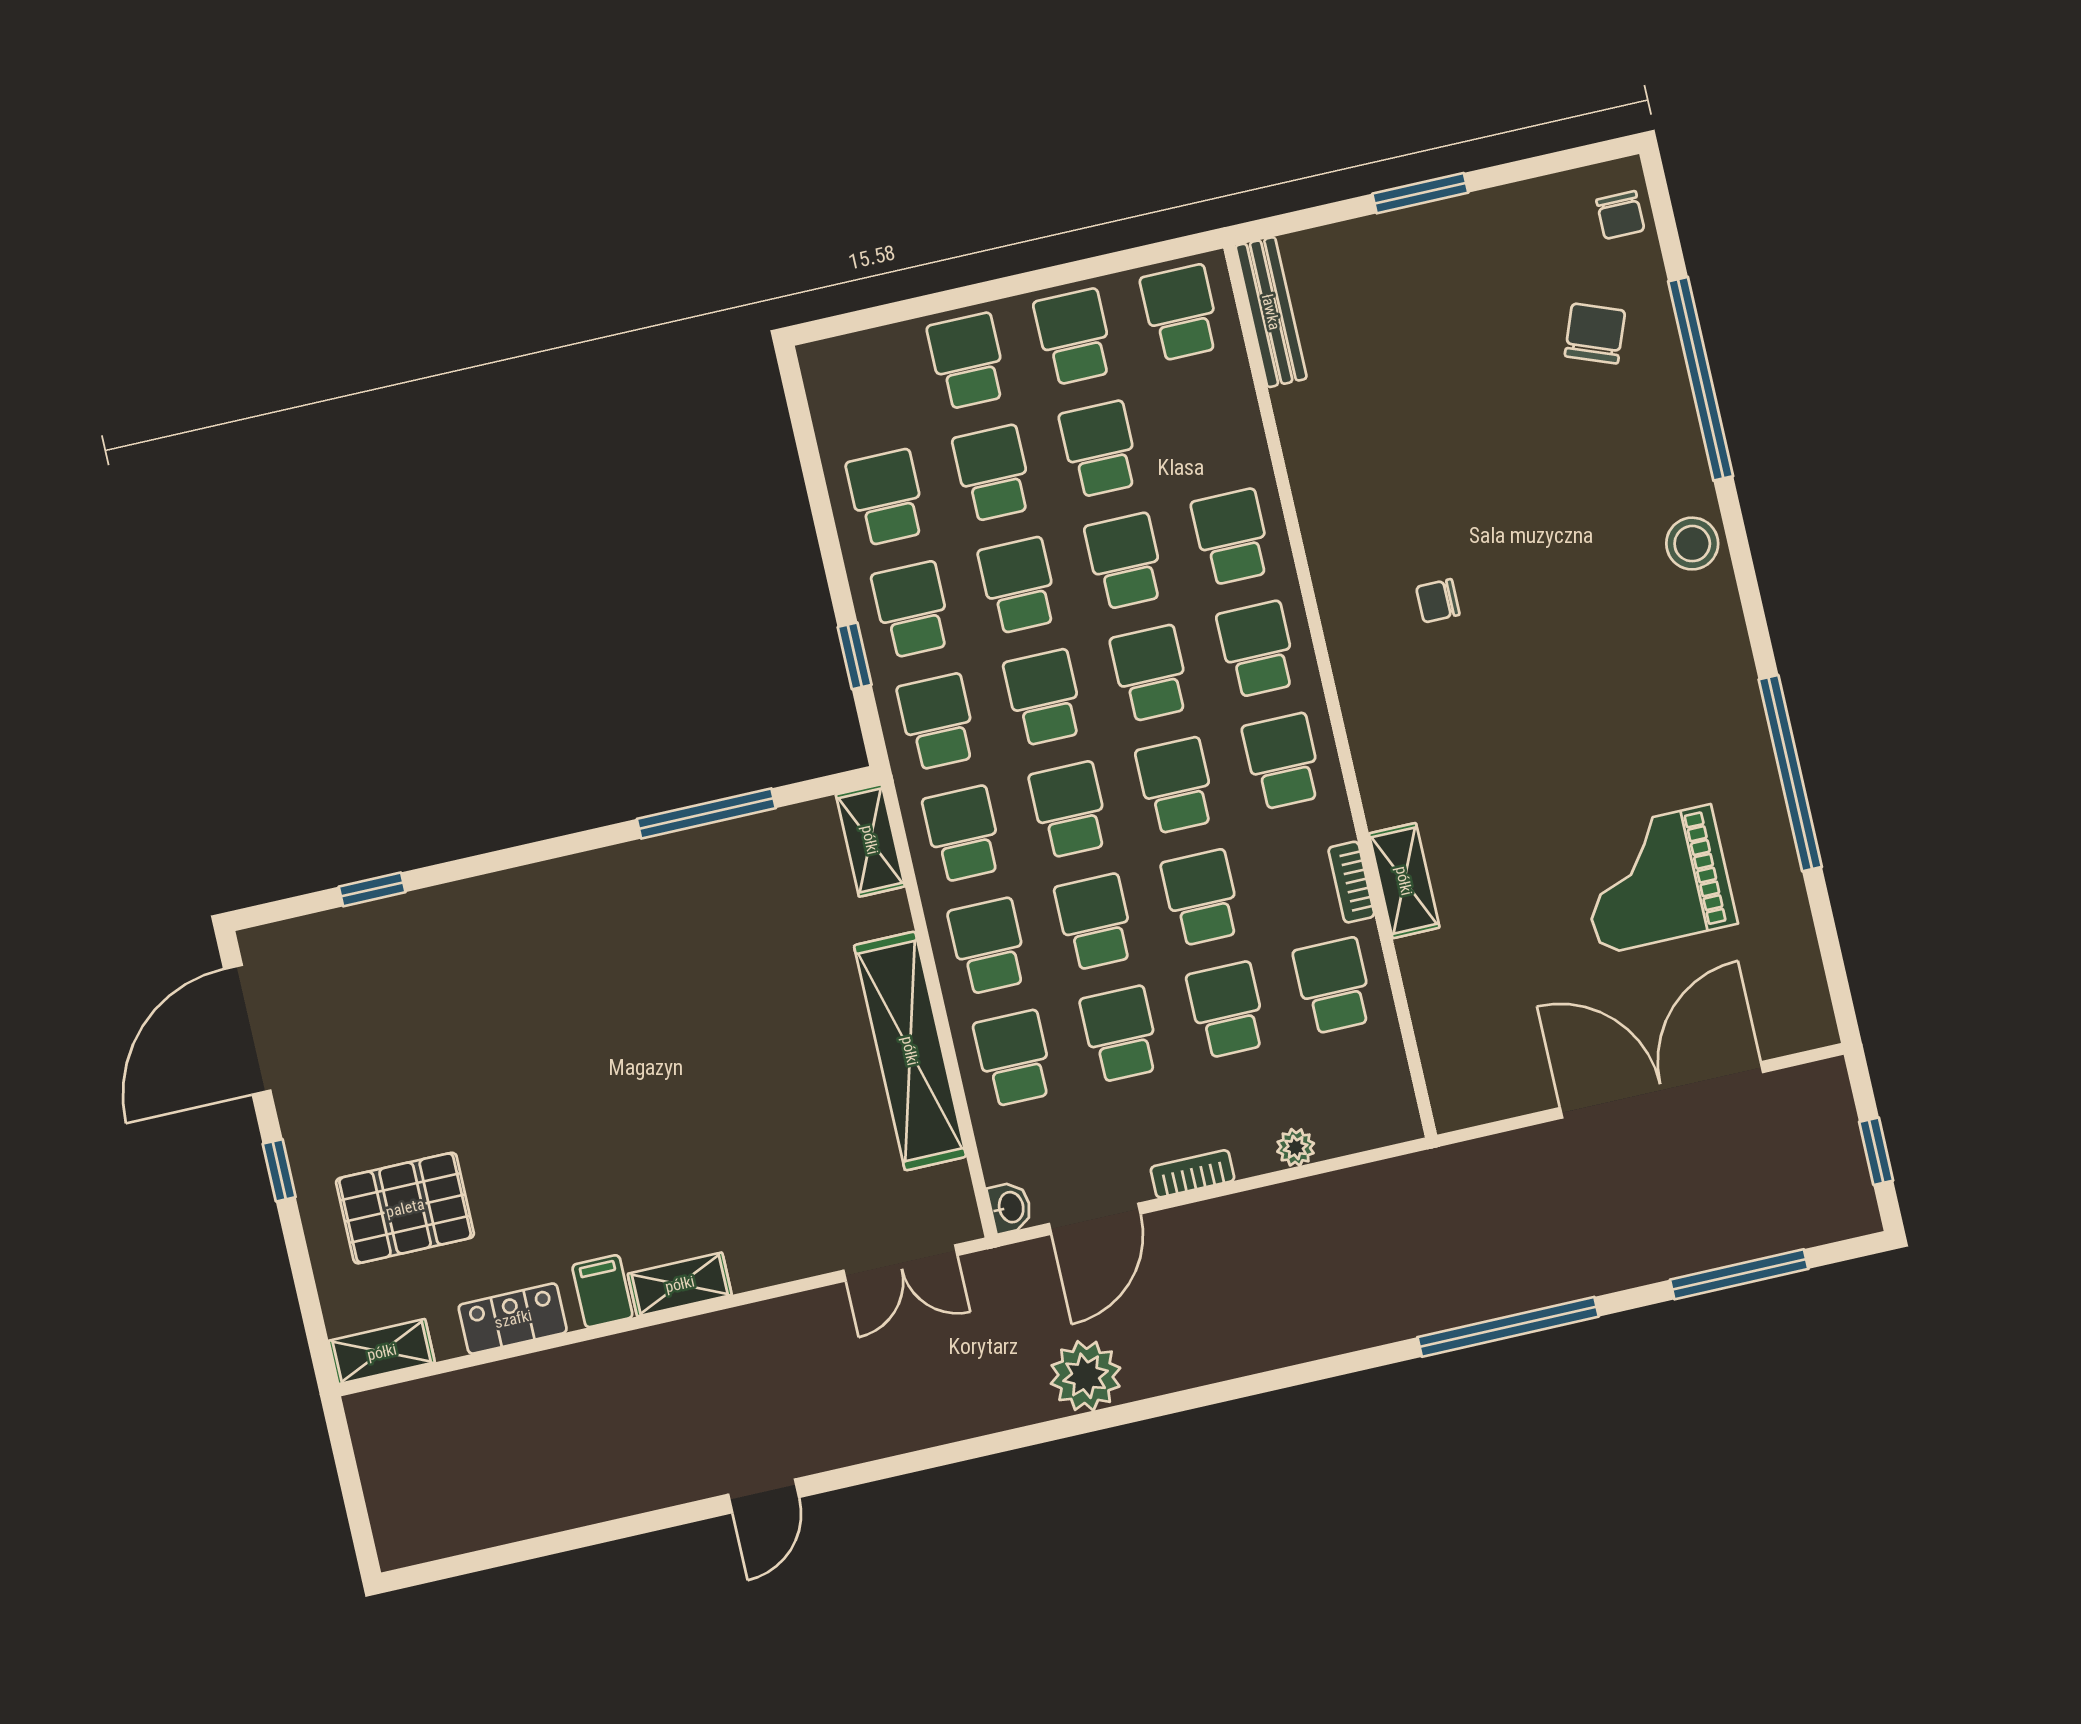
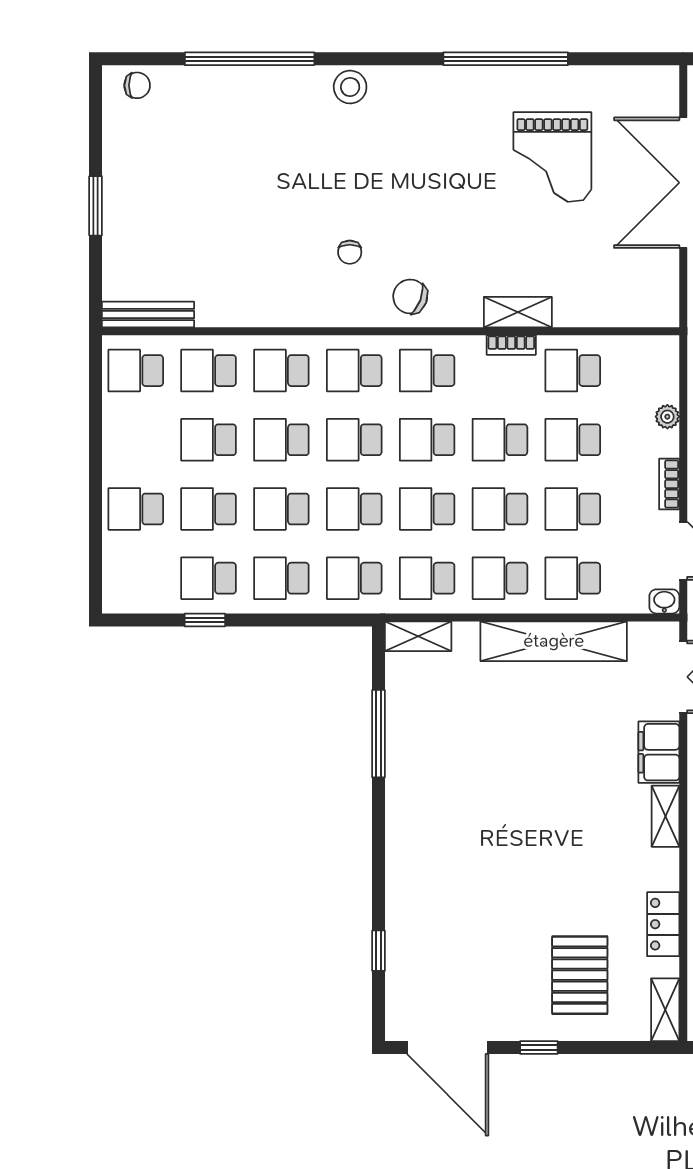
chair: (1595, 333) -> (410, 297), moved
school desk: (1074, 337) -> (209, 371), moved
window: (855, 656) -> (205, 620), moved
filing cabinet: (602, 1291) -> (659, 752), moved, width x2.00

